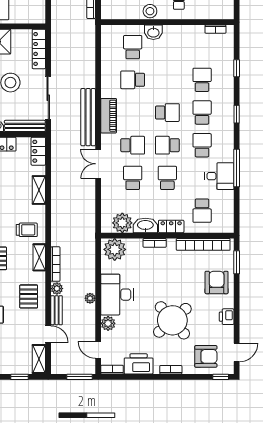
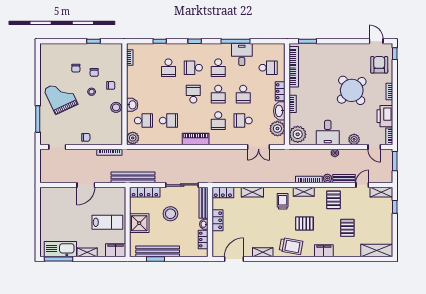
plant: (110, 33) -> (133, 138), added
school desk: (133, 47) -> (143, 121), turned 180
school desk: (133, 80) -> (168, 121), turned -90
school desk: (202, 80) -> (168, 68), turned -90
bench: (88, 117) -> (133, 177), moved
school desk: (133, 145) -> (218, 121), turned 180
school desk: (202, 145) -> (218, 68), turned -90
double door: (98, 164) -> (259, 147), moved
school desk: (167, 178) -> (243, 94), turned -90
armchair: (217, 282) -> (323, 57), removed
desk: (117, 295) -> (328, 133), width x0.73
pallet: (29, 296) -> (333, 200), turned 90
printer: (227, 317) -> (349, 49), removed
door: (98, 350) -> (374, 147), hinge flipped

